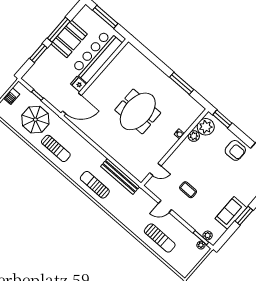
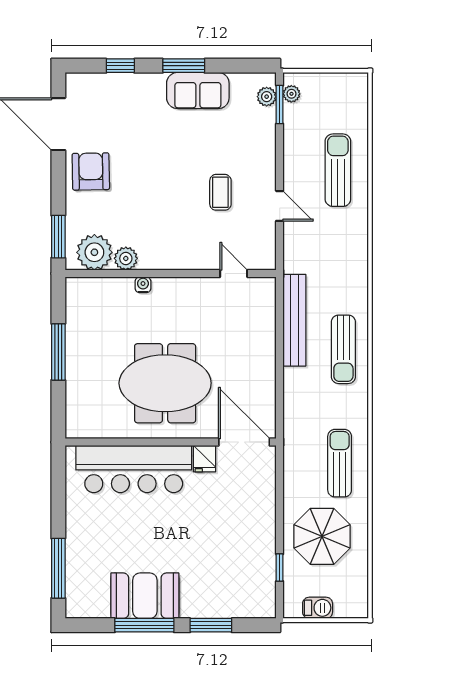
bar counter: (97, 56) -> (134, 469), moved
wall: (95, 77) -> (171, 442), moved
fridge: (78, 84) -> (205, 459), moved
door: (72, 103) -> (244, 442), moved

